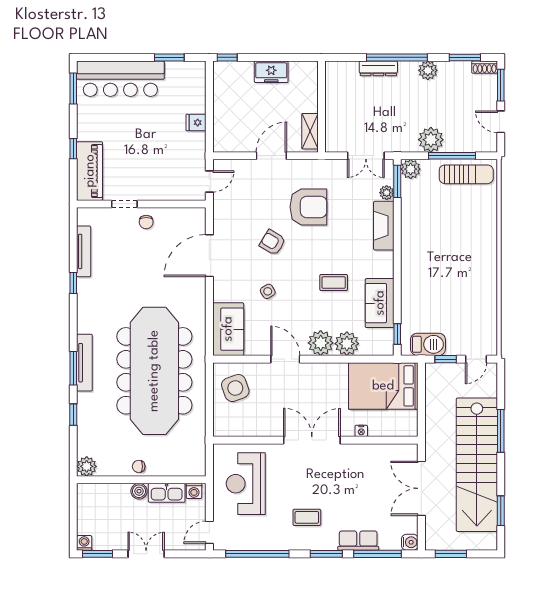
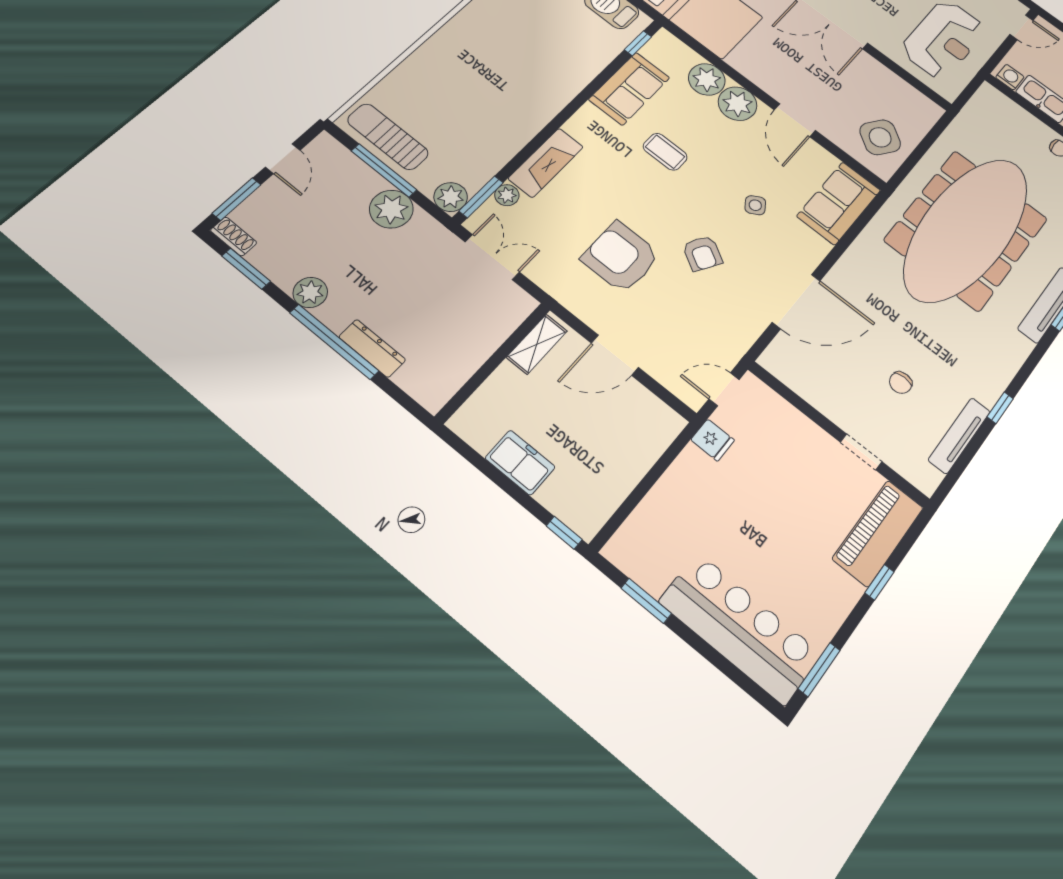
fridge: (196, 123) -> (713, 440), moved
chair: (146, 222) -> (901, 383), moved, turned 180
side table: (235, 388) -> (880, 137), turned -35

